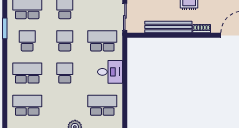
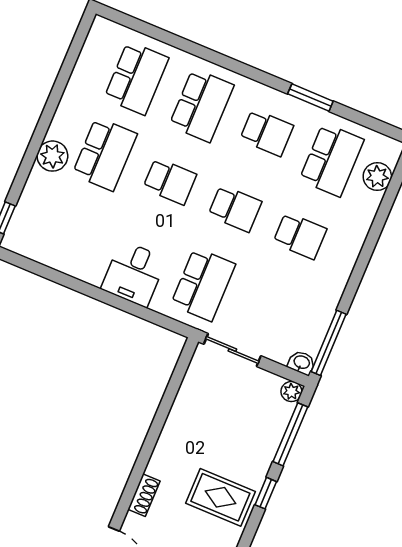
bench: (168, 27) -> (175, 429), removed
school desk: (102, 105) -> (105, 154), moved

